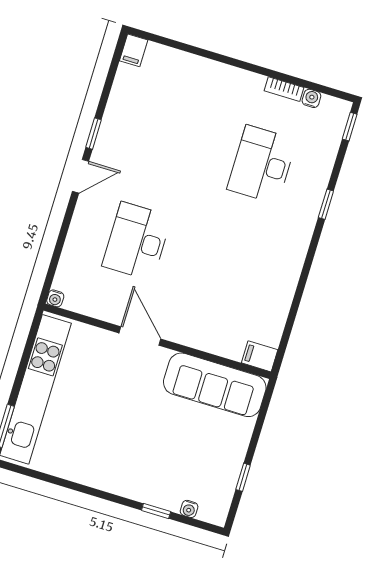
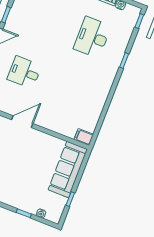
desk: (137, 241) -> (24, 72), width x0.73
door: (140, 336) -> (22, 122), hinge flipped
sofa: (215, 385) -> (68, 169), moved, turned 90

